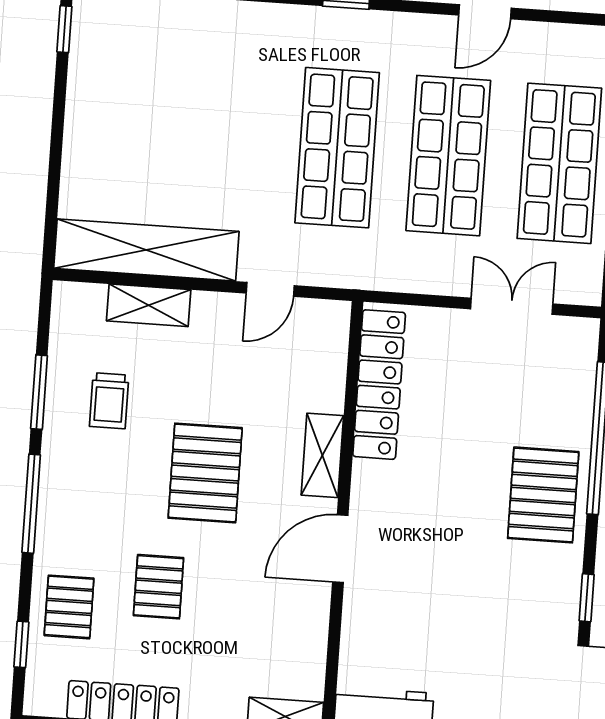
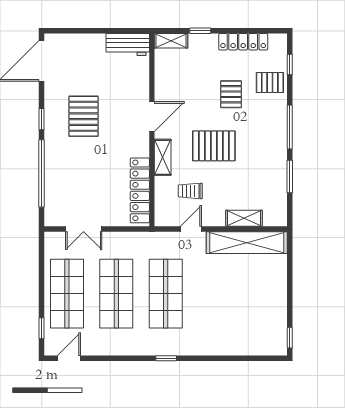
door: (485, 12) -> (69, 358), moved
trolley: (109, 401) -> (190, 191), moved, turned -90
pallet: (205, 473) -> (214, 146), turned 90
pallet: (543, 495) -> (84, 116), moved
window: (587, 598) -> (42, 119), moved
pallet: (69, 607) -> (270, 83), turned 90

